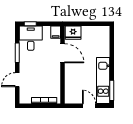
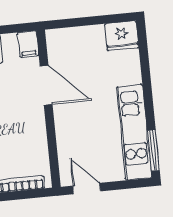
fridge: (73, 33) -> (122, 36), moved
door: (89, 106) -> (87, 188), moved

